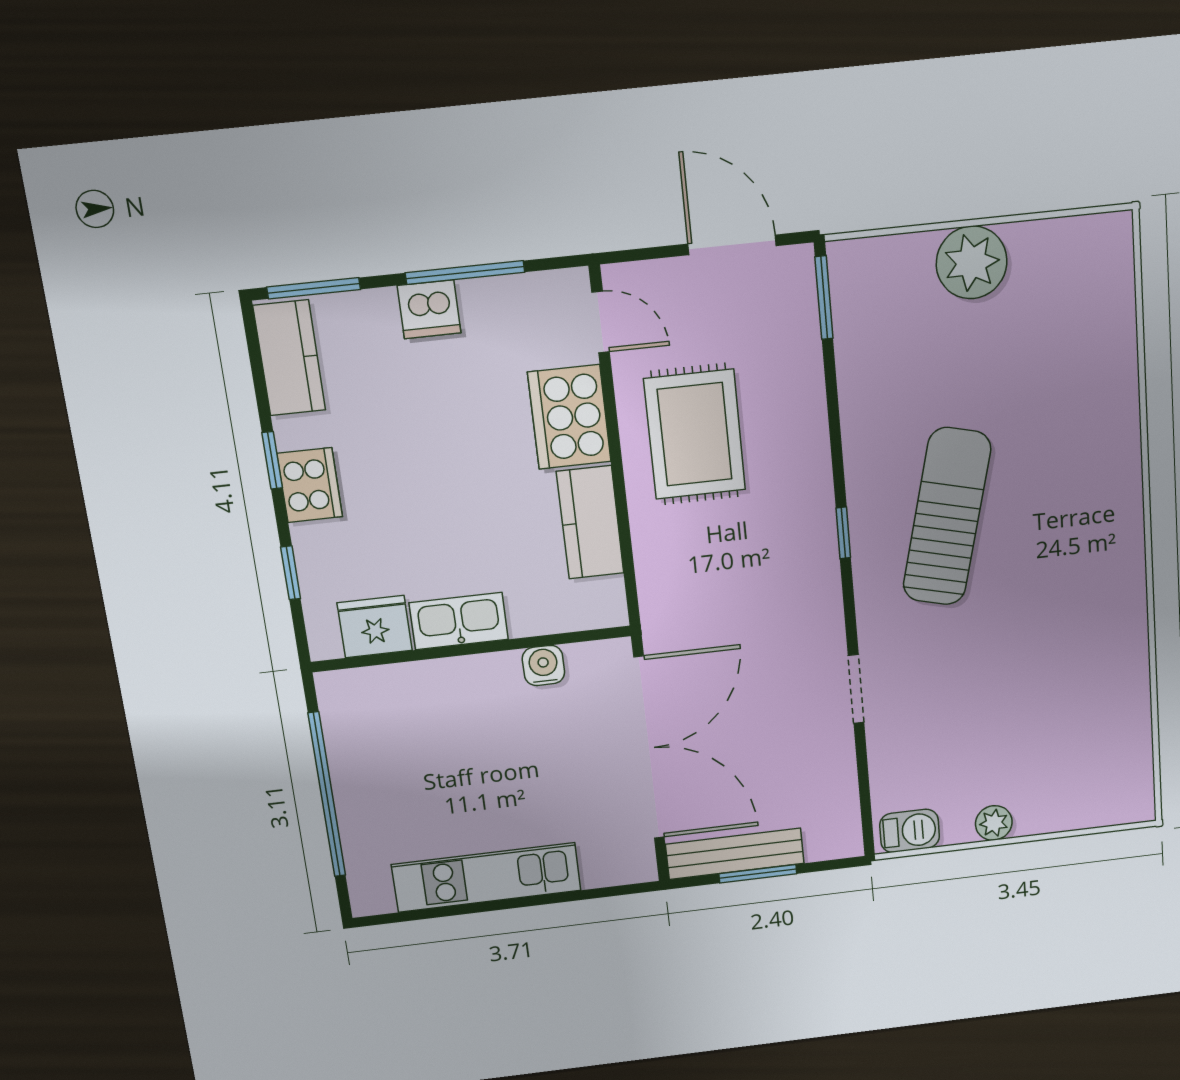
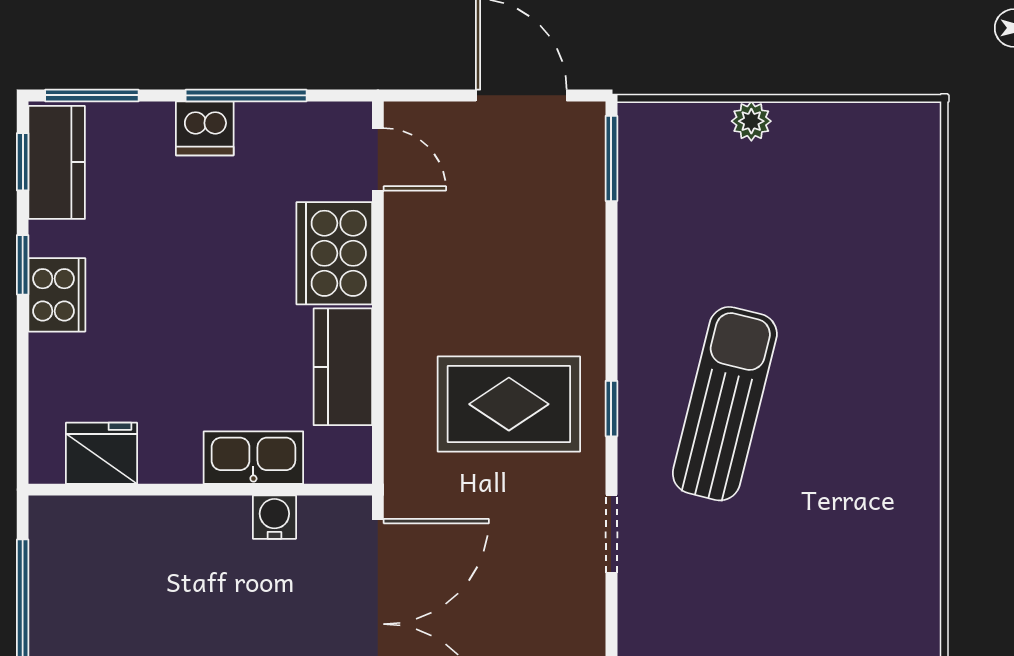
plant: (972, 262) -> (751, 121), width x0.53, depth x0.53
rug: (695, 434) -> (509, 404), moved, turned 90
window: (291, 573) -> (23, 162), moved
kitchen sink: (459, 621) -> (253, 458), moved
doorway: (856, 689) -> (611, 534), moved

